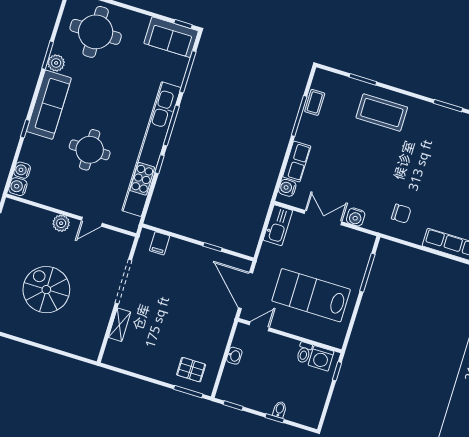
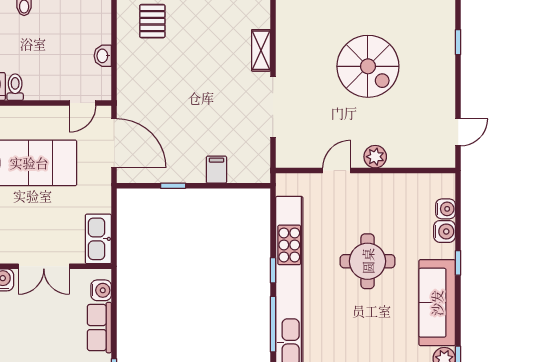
water cooler: (18, 187) -> (445, 231), moved
filing cabinet: (160, 243) -> (216, 170), moved
pallet: (191, 370) -> (152, 21), turned 90

